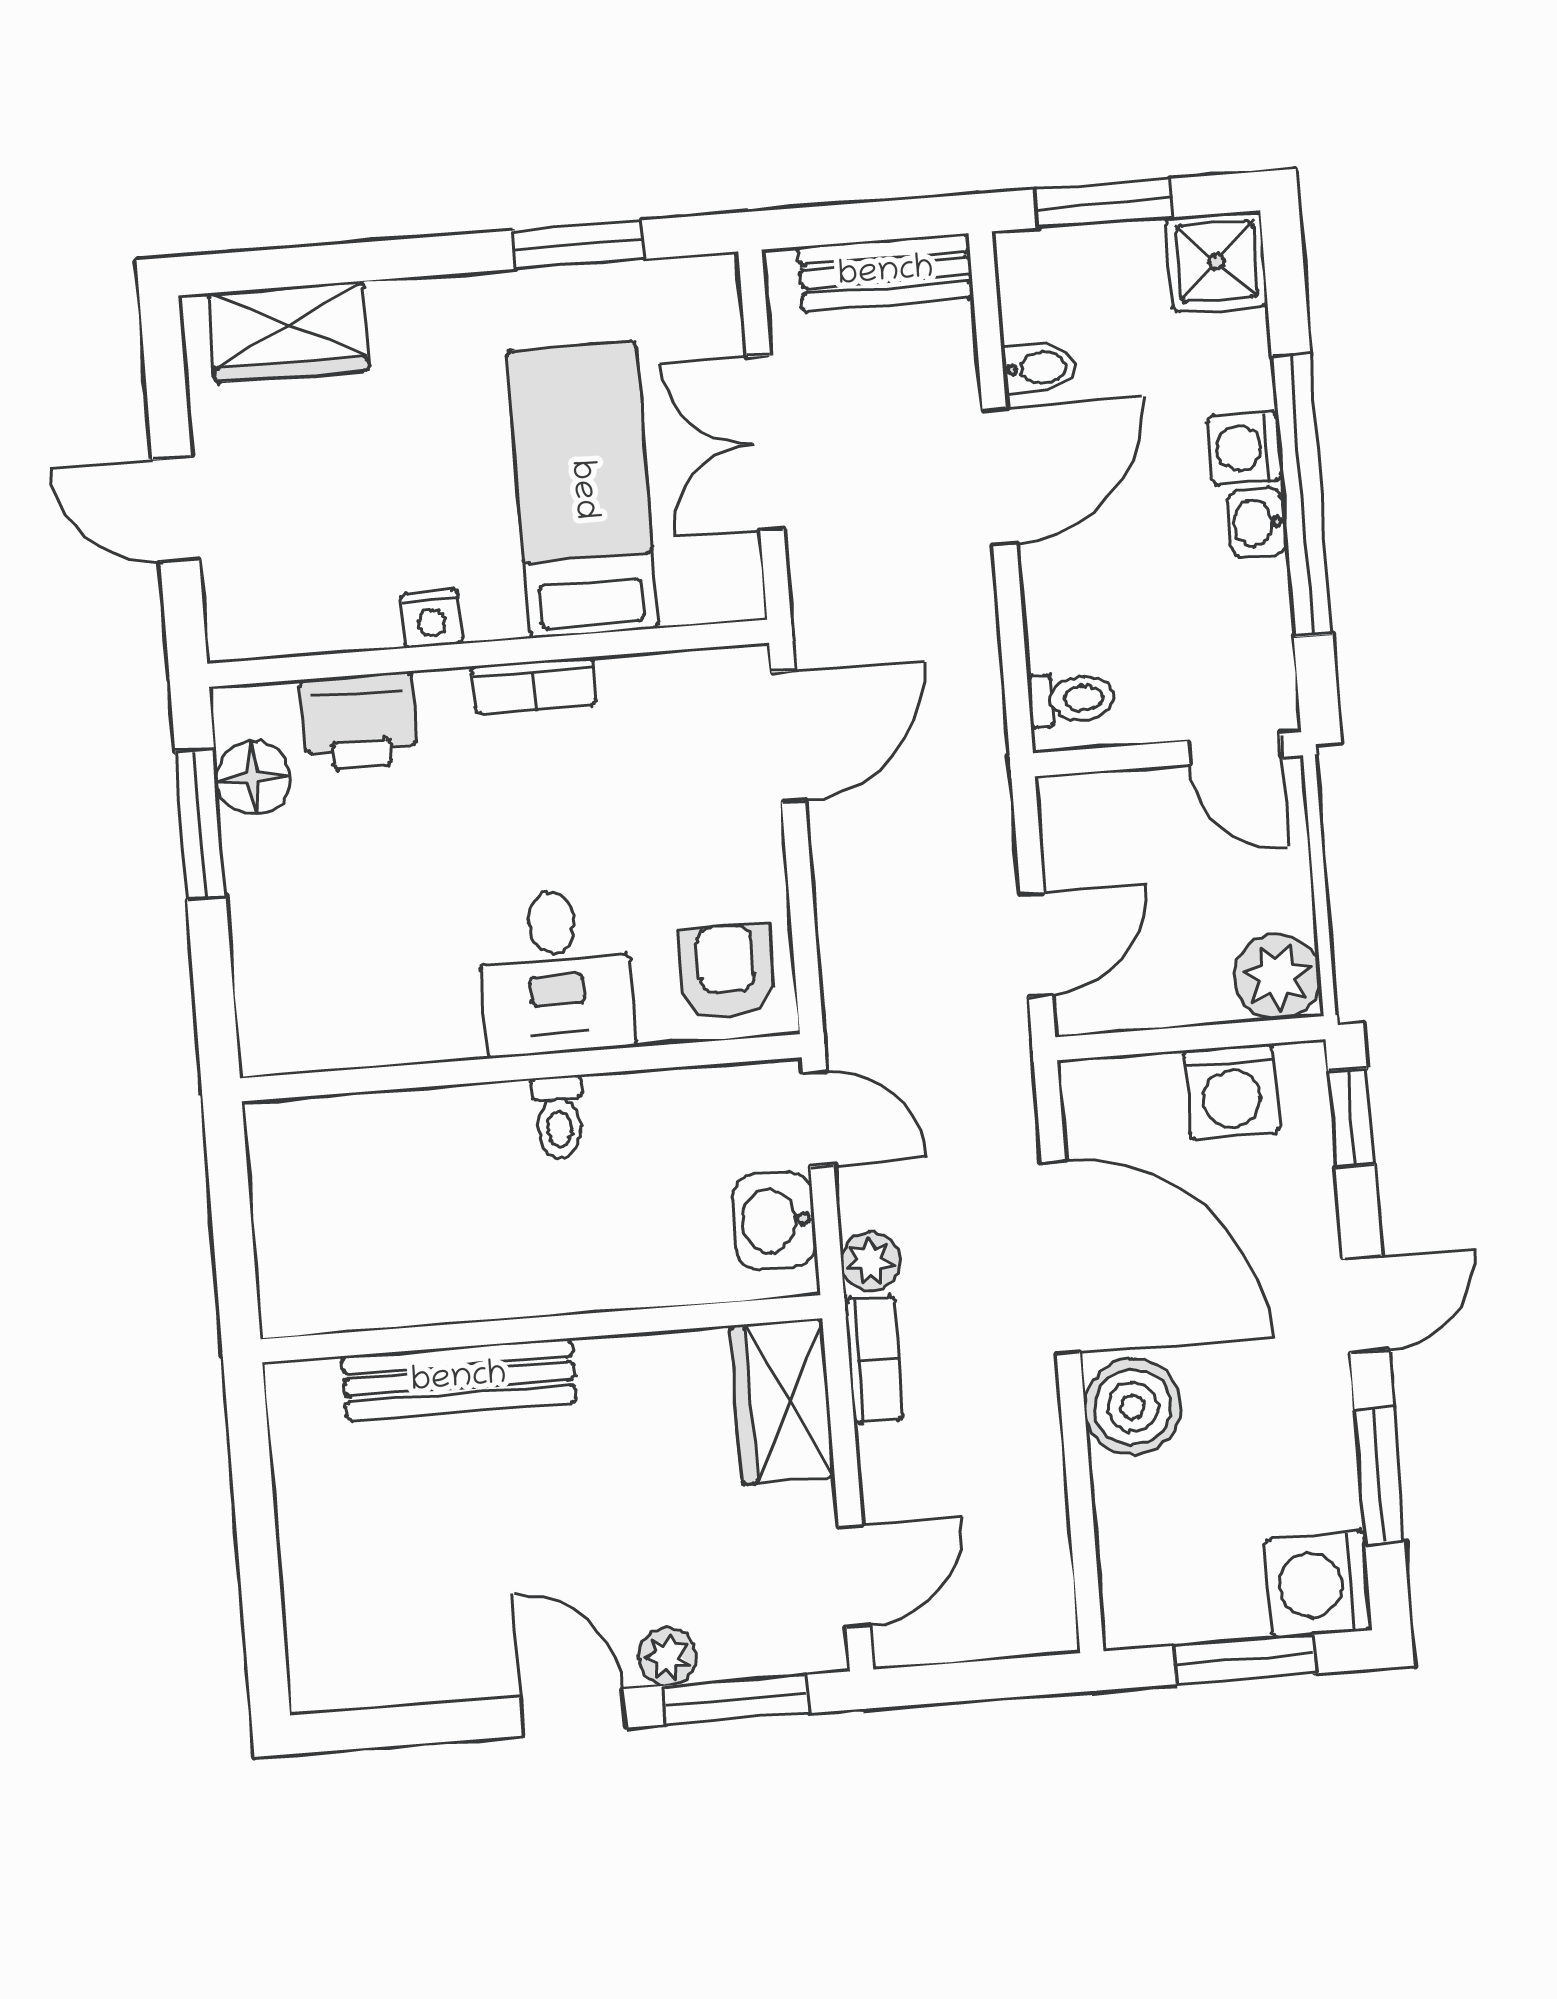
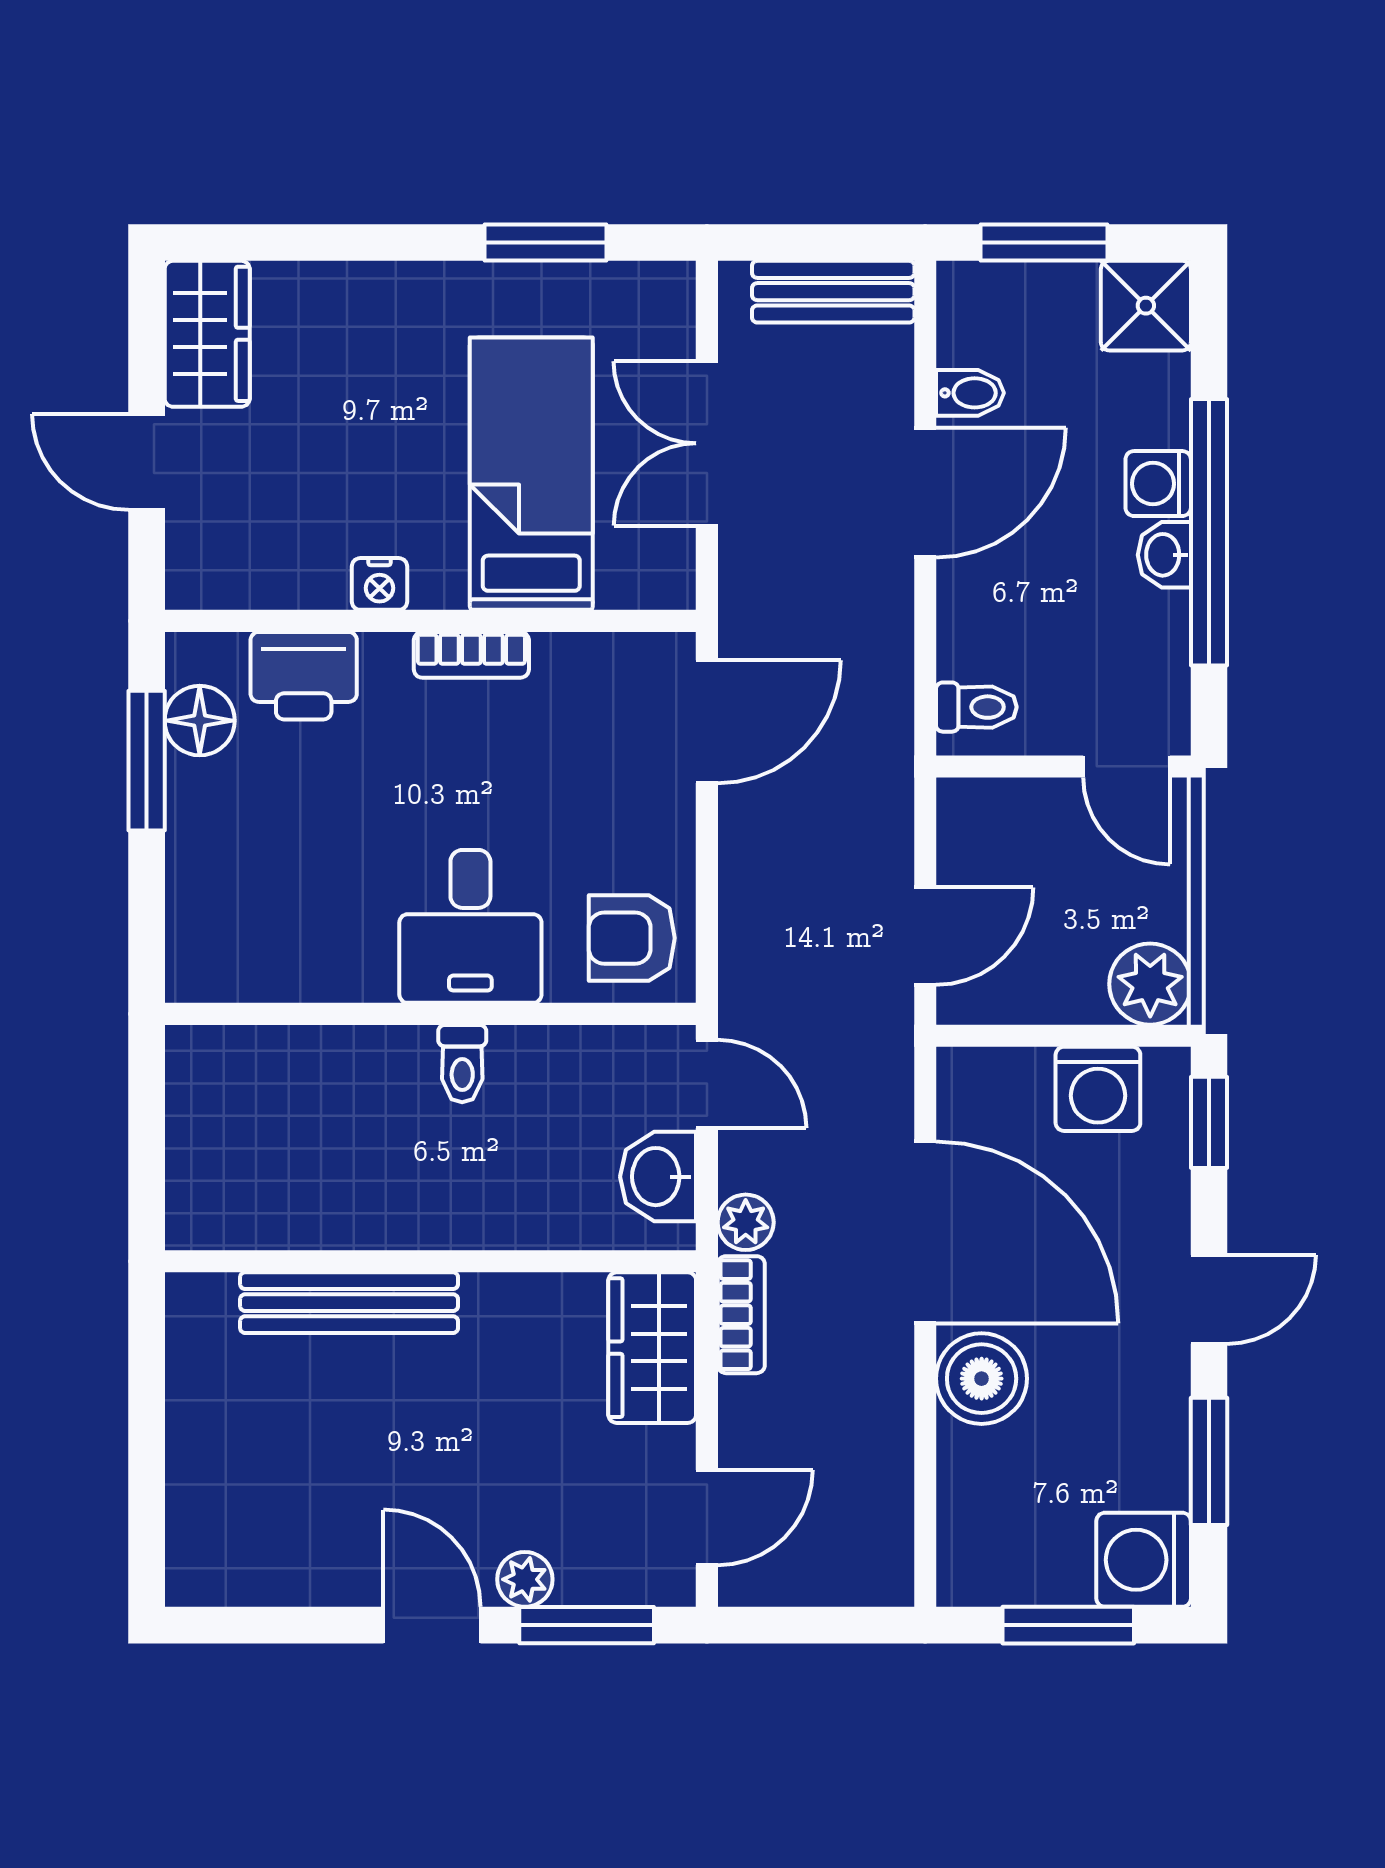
wardrobe: (289, 332) -> (207, 334), moved, turned -90
armchair: (727, 971) -> (632, 938), turned -90

